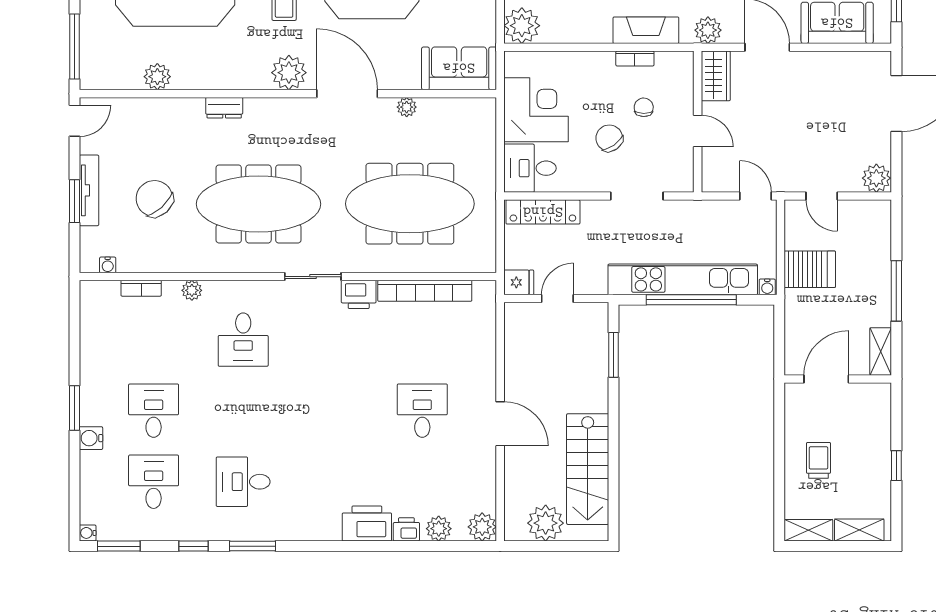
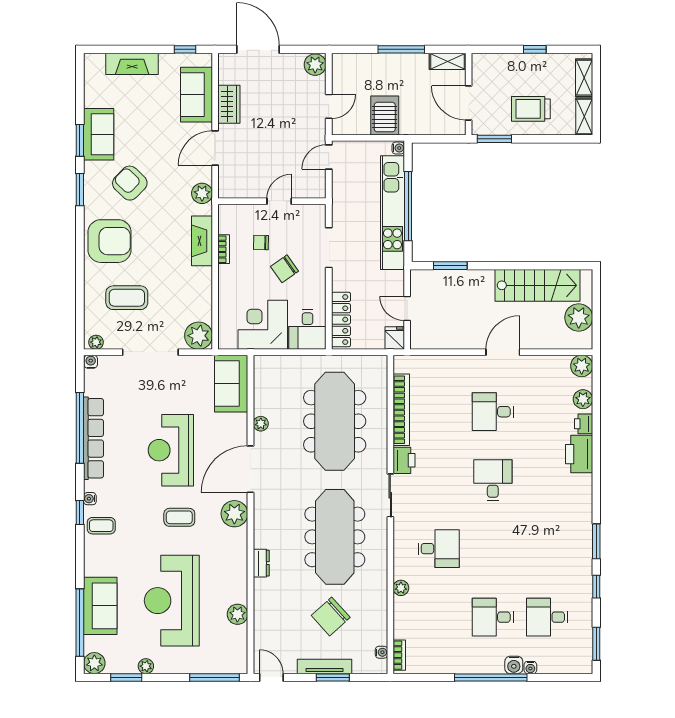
wardrobe: (716, 76) -> (229, 104), moved, turned 90
bookcase: (141, 288) -> (399, 655), moved
window: (75, 408) -> (491, 677), width x2.11
window: (779, 413) -> (494, 139), added
trolley: (819, 460) -> (531, 109), width x1.36, depth x1.39
desk: (243, 482) -> (493, 480), moved, turned 180
water cooler: (88, 533) -> (530, 668), moved

